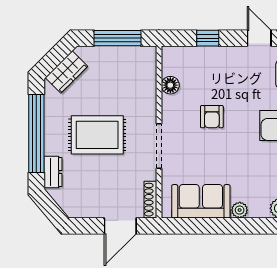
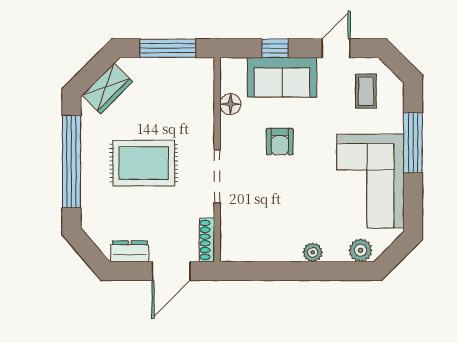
door: (259, 38) -> (336, 48), hinge flipped
dresser: (53, 172) -> (130, 251), moved, turned -90
sofa: (201, 201) -> (282, 77), moved, turned 180

